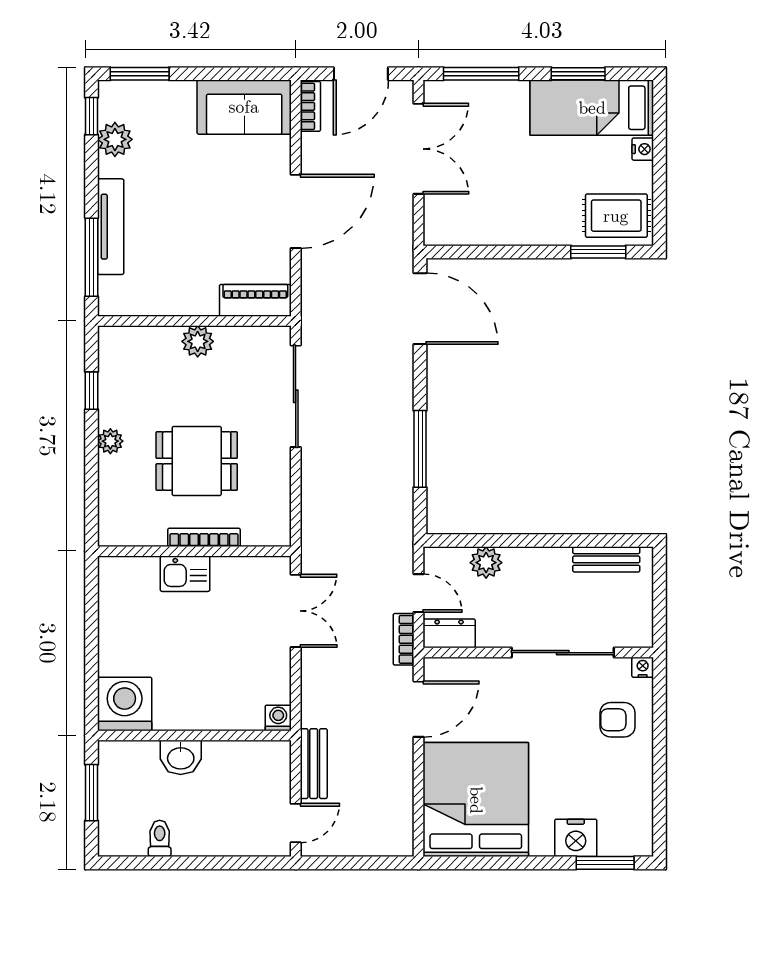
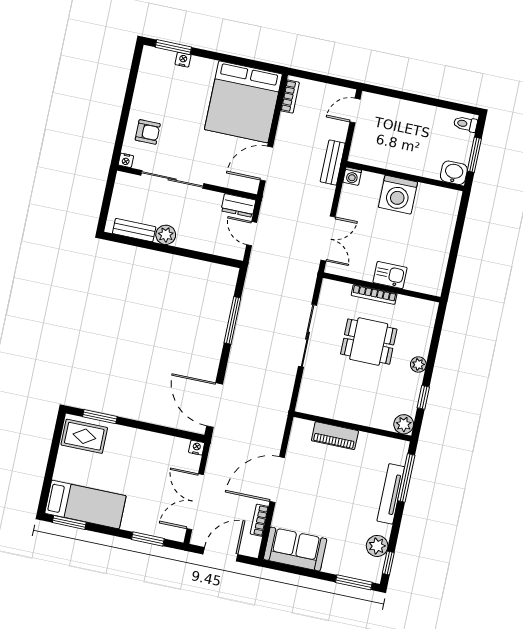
window: (481, 74) -> (148, 539), width x0.69
window: (578, 74) -> (69, 522), moved
bookcase: (310, 106) -> (259, 520), moved
nightstand: (643, 149) -> (197, 448), moved, turned 90
piano: (255, 300) -> (335, 436), moved
plant: (198, 341) -> (404, 424), moved
sliding door: (296, 396) -> (308, 336), moved
plant: (486, 563) -> (166, 235), moved
double door: (296, 611) -> (328, 238), swing flipped
bookcase: (404, 639) -> (290, 96), moved
washing machine: (125, 704) -> (398, 195), moved
washbasin: (181, 757) -> (454, 173), moved
bench: (314, 764) -> (333, 163), moved
toilet: (160, 838) -> (465, 124), moved, turned 90
nightstand: (576, 838) -> (183, 60), width x0.53, depth x0.56

